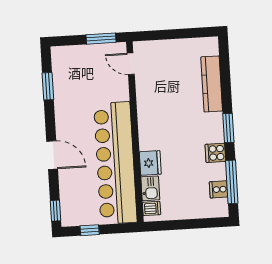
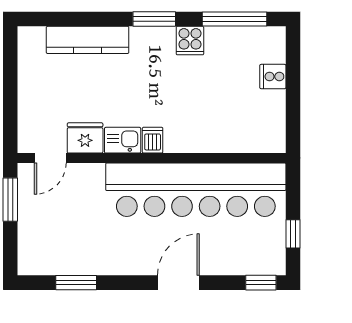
fridge: (150, 163) -> (85, 138), moved
kitchen sink: (150, 188) -> (123, 140), moved
cooker: (219, 189) -> (273, 77), moved, turned 90
dishwasher: (152, 208) -> (153, 140), moved

